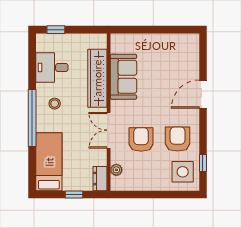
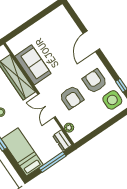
armchair: (141, 140) -> (71, 97), turned 180
window: (74, 194) -> (53, 162), width x2.17

